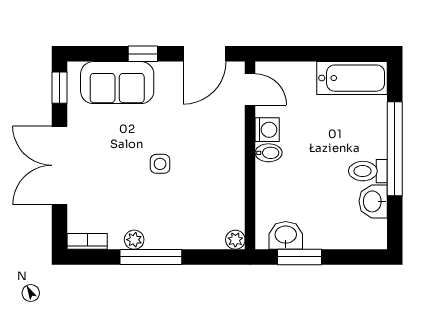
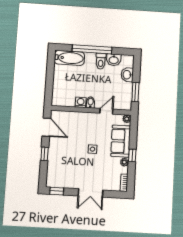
bathtub: (352, 78) -> (69, 58), moved, turned 90
sofa: (117, 83) -> (121, 141), moved, turned 180
door: (250, 89) -> (106, 111), moved
double door: (60, 165) -> (91, 193), width x0.73
washbasin: (286, 235) -> (127, 75), moved
window: (151, 257) -> (132, 155), width x0.46

